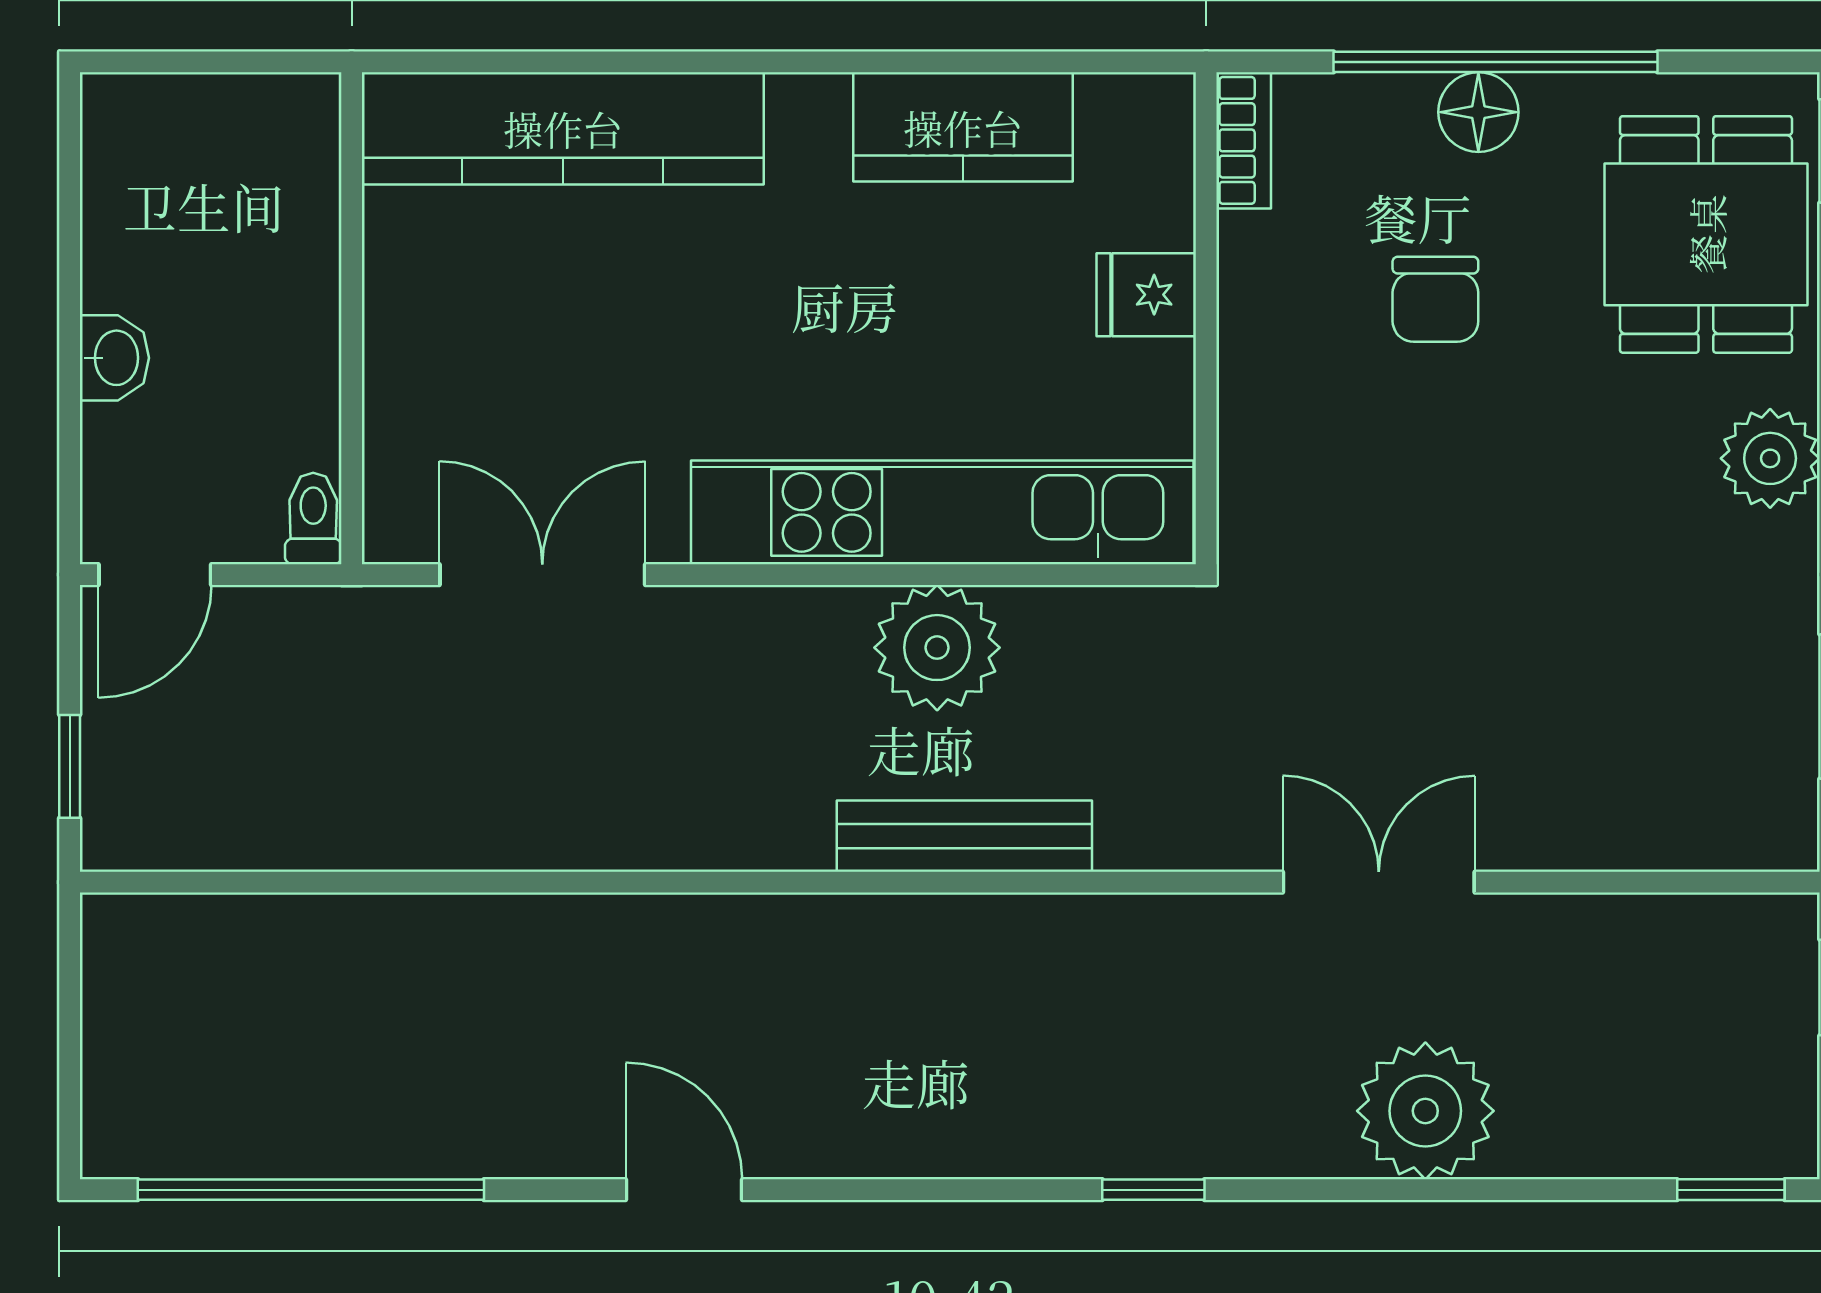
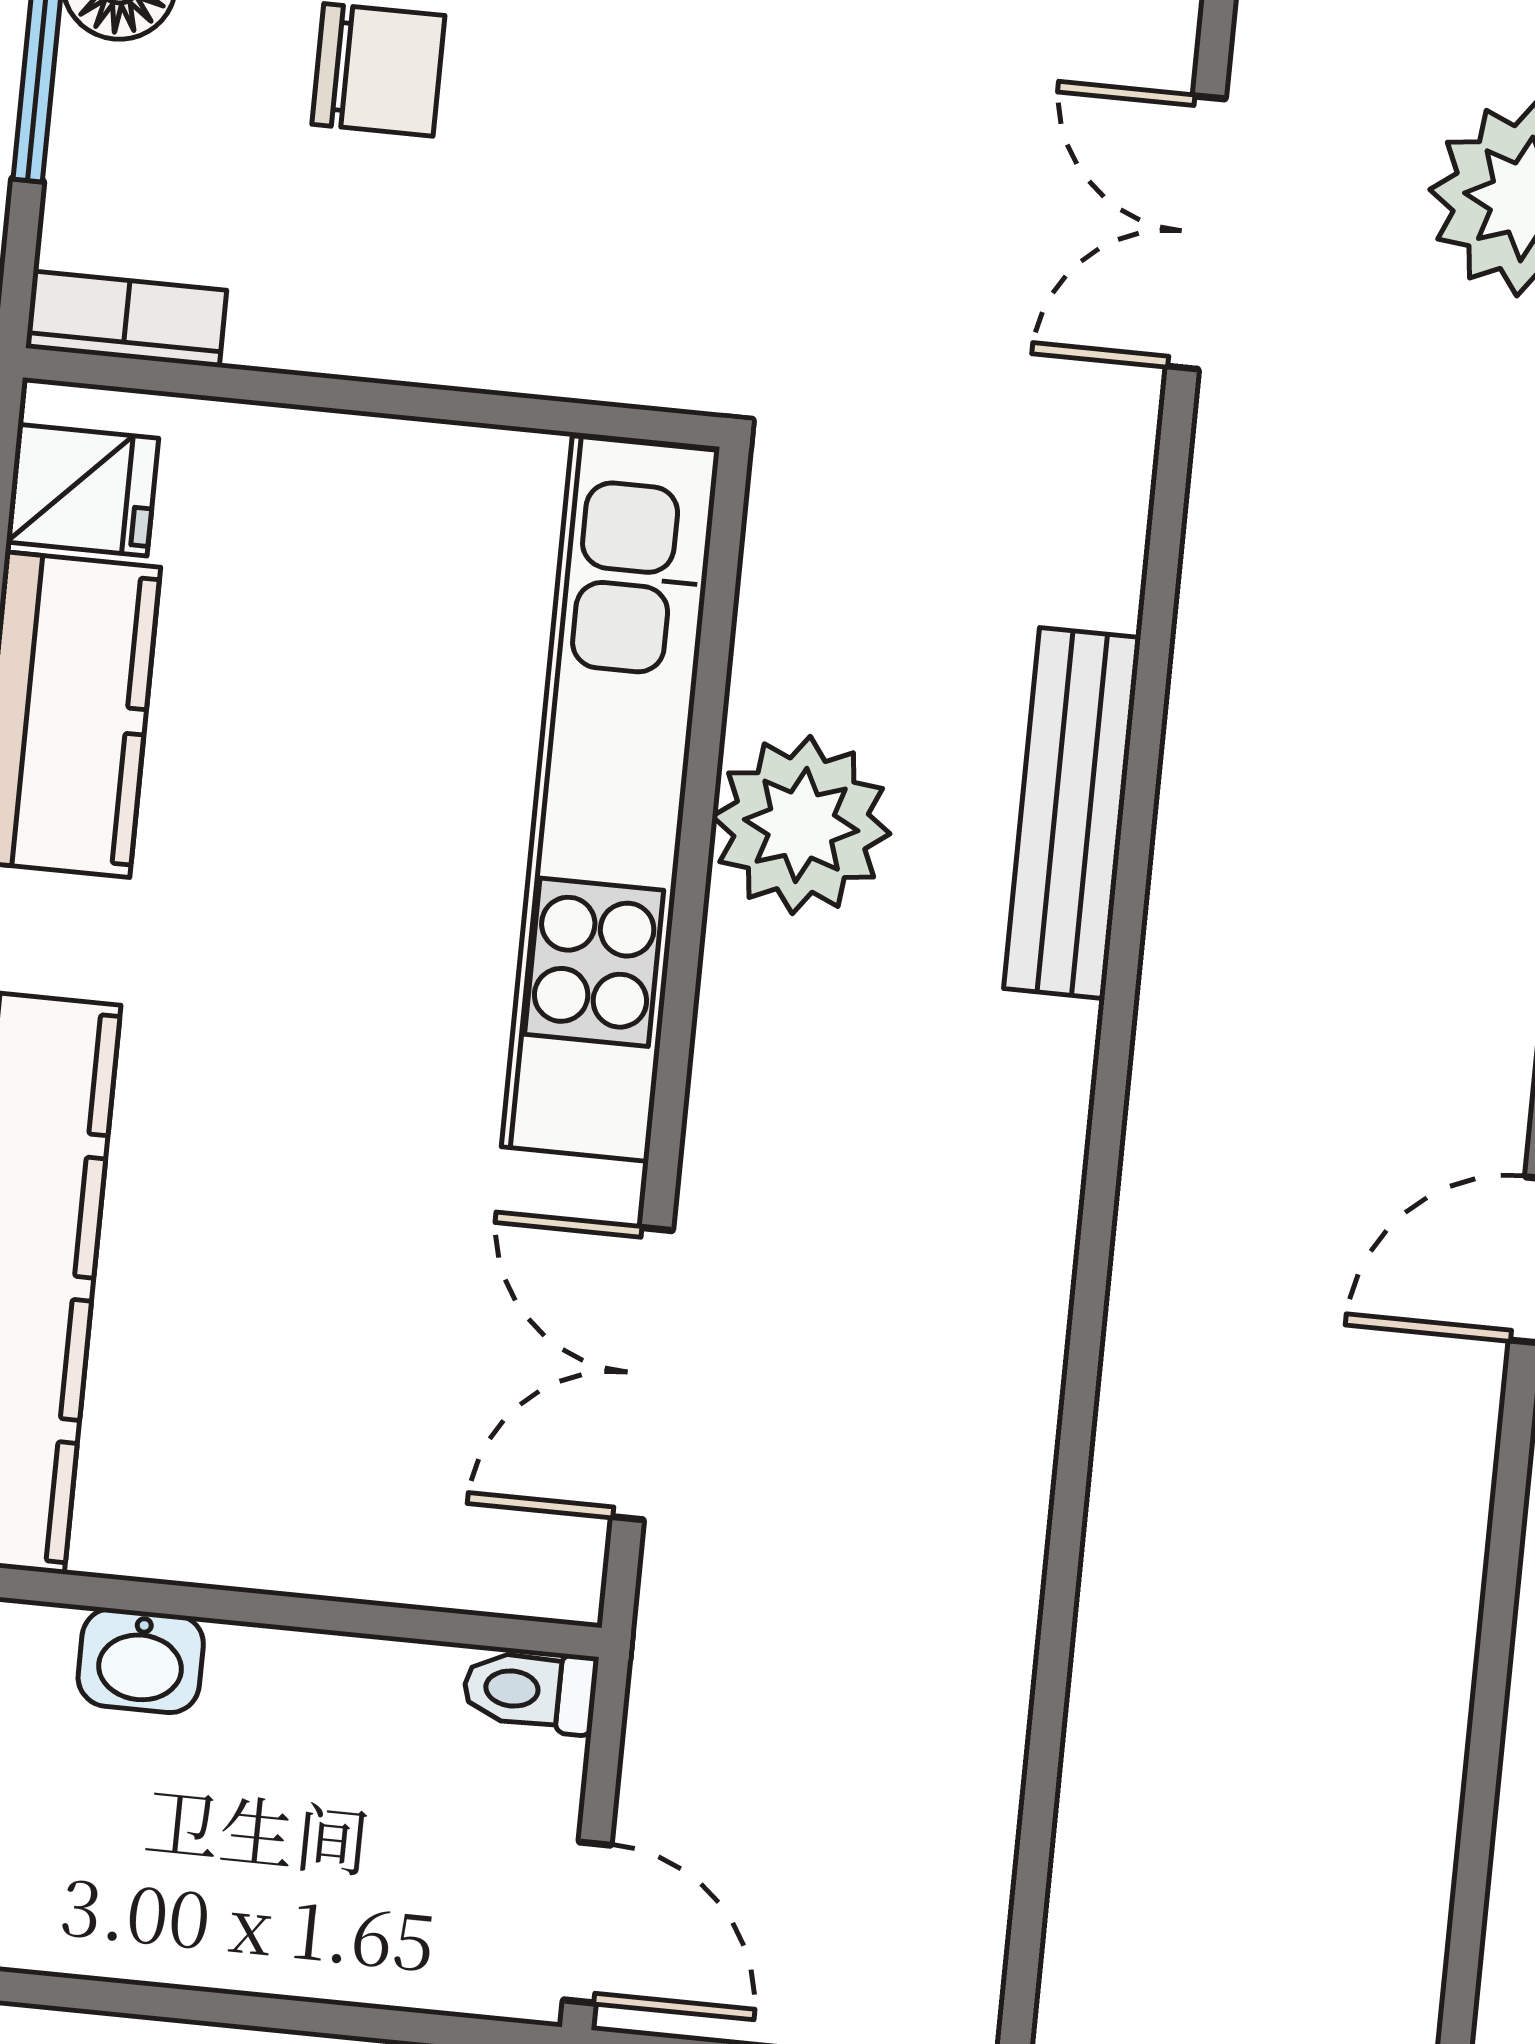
fridge: (1146, 295) -> (82, 490), moved, turned -90
washbasin: (114, 358) -> (141, 1661), moved, turned 180
window: (311, 1190) -> (1481, 1788), removed

